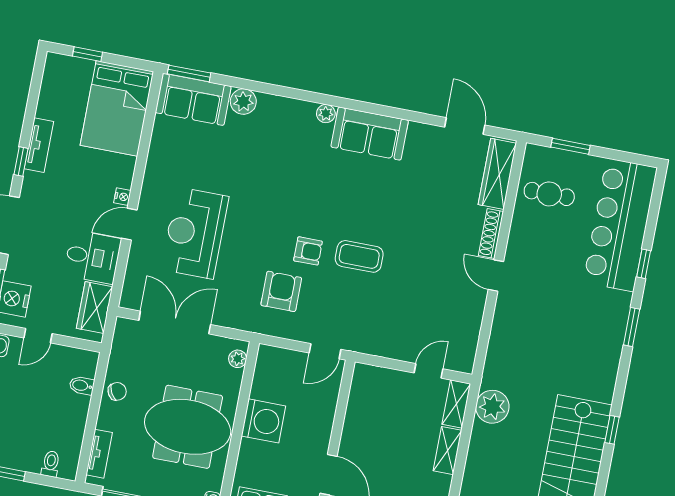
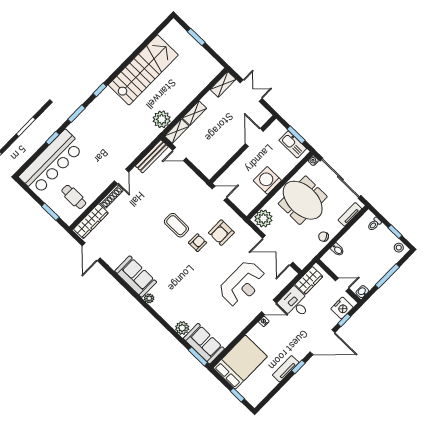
armchair: (308, 251) -> (198, 243), turned 90
bench: (469, 339) -> (152, 156), added
plant: (238, 359) -> (263, 218), width x1.88, depth x1.88
window: (612, 430) -> (100, 90), moved

